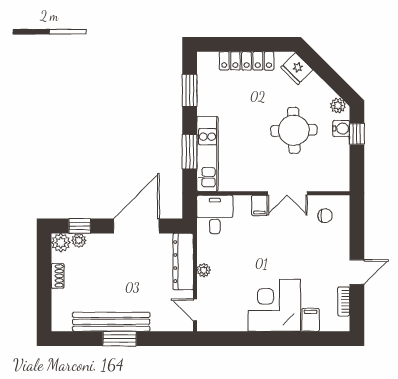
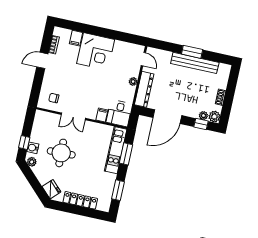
double door: (287, 193) -> (73, 116), swing flipped
filing cabinet: (259, 205) -> (102, 115), moved

